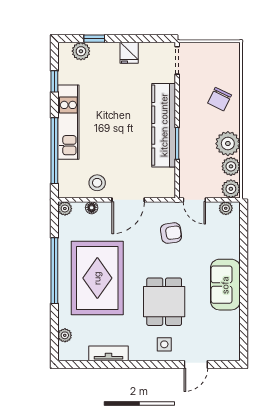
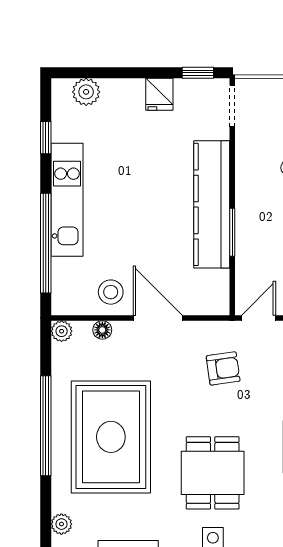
window: (94, 39) -> (198, 73), moved
door: (128, 200) -> (158, 318), swing flipped
door: (194, 200) -> (259, 318), swing flipped

